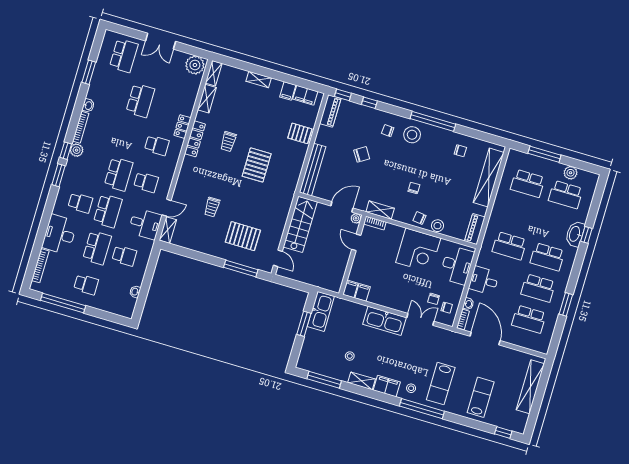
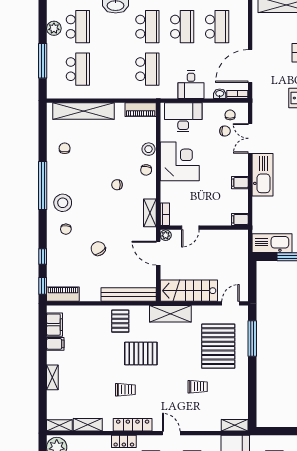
pallet: (300, 133) -> (120, 321), moved
shelving: (284, 202) -> (170, 314), added
door: (167, 208) -> (171, 433), moved
pallet: (243, 236) -> (218, 346), width x1.37, depth x1.41
filing cabinet: (363, 292) -> (240, 183), moved

